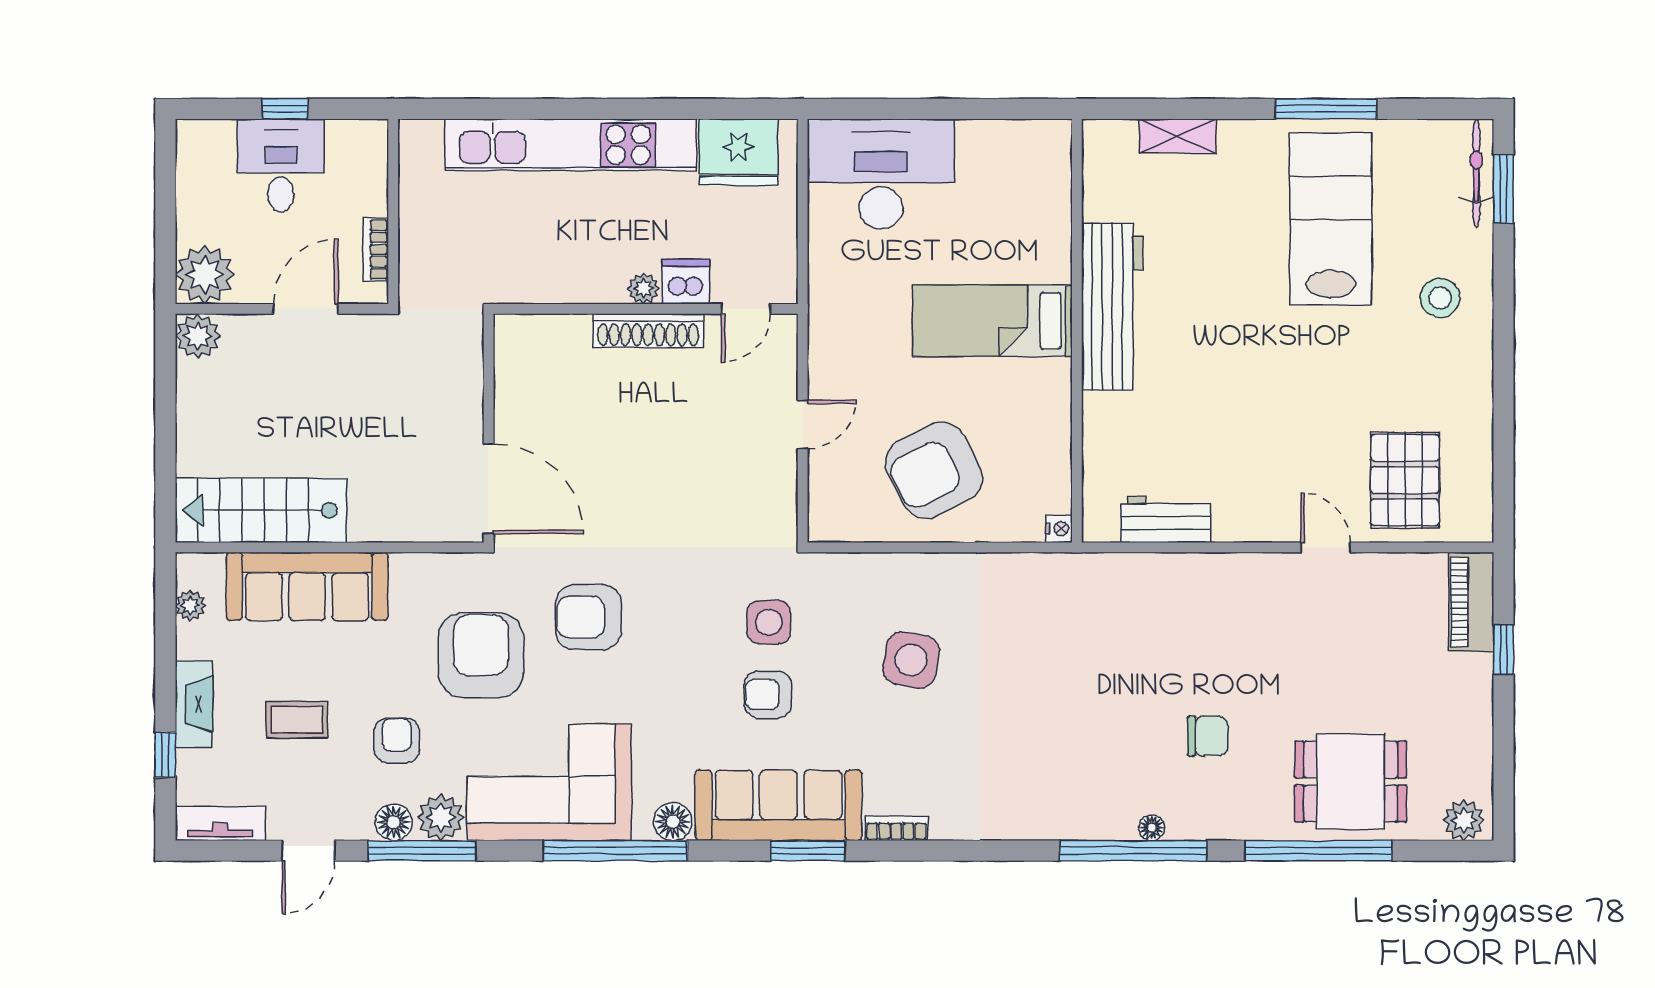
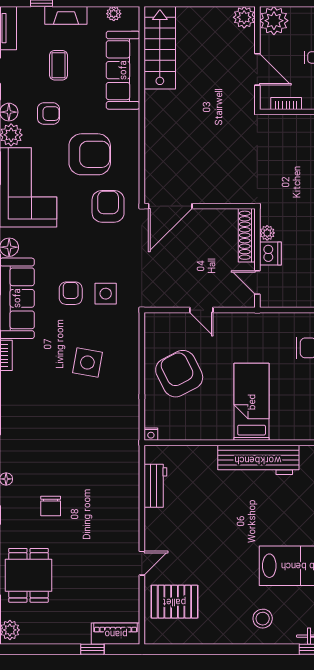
wall: (489, 428) -> (200, 206), moved
door: (489, 489) -> (170, 206), moved

